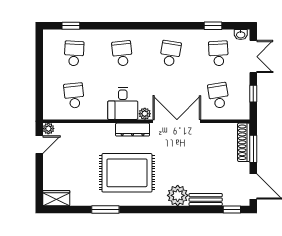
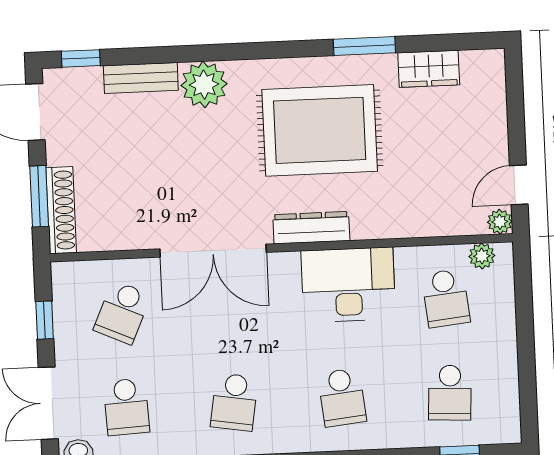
school desk: (218, 96) -> (122, 312), turned 33
desk: (123, 103) -> (348, 285), width x1.37
plant: (145, 114) -> (482, 256), moved
wardrobe: (56, 198) -> (429, 69), moved

